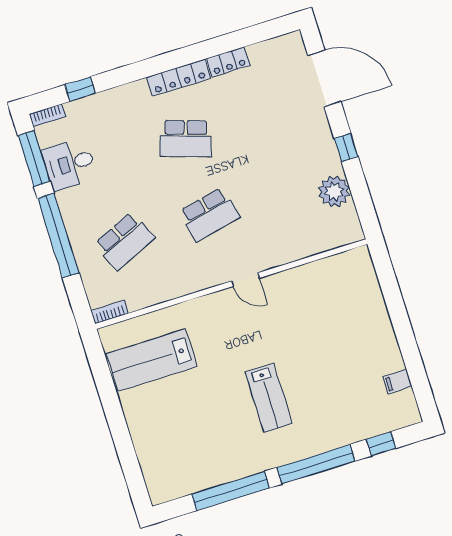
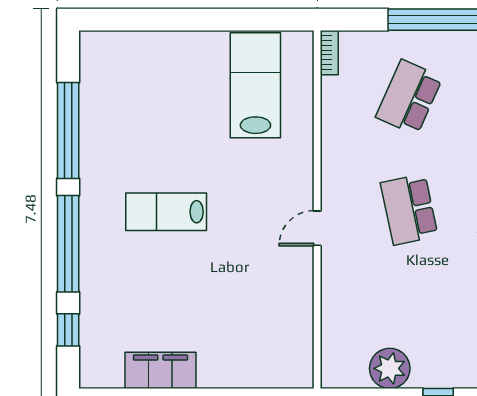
school desk: (125, 241) -> (409, 97), turned 48
filing cabinet: (397, 382) -> (160, 370), width x3.00, depth x1.17

